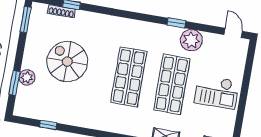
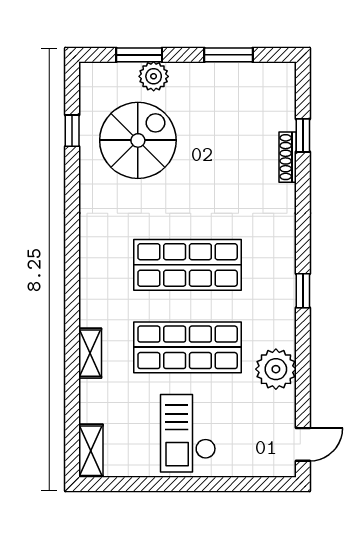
shoe rack: (61, 11) -> (288, 157), moved
window: (26, 20) -> (229, 55), moved
window: (176, 23) -> (303, 291), moved
spiral stairs: (67, 62) -> (138, 140), moved

